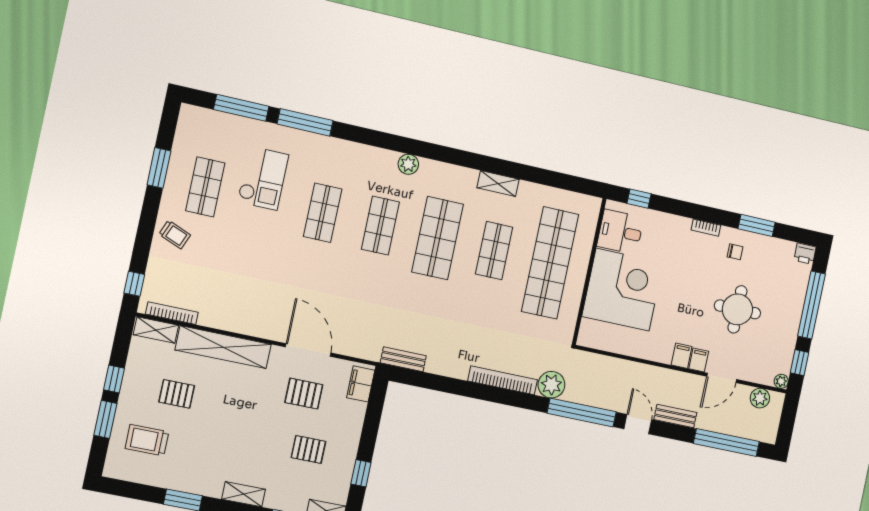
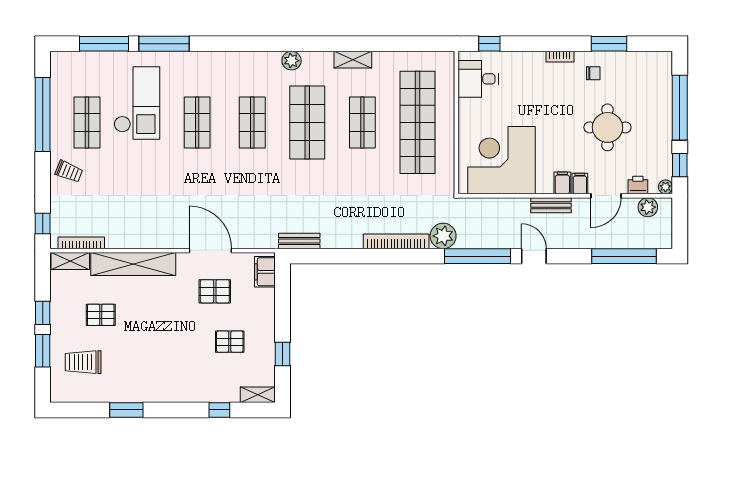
plant: (408, 164) -> (292, 61), moved
window: (159, 168) -> (43, 115), width x2.11
checkout: (263, 178) -> (137, 103), width x1.36, depth x1.21
printer: (805, 254) -> (638, 185), moved, turned 180
corner desk: (623, 290) -> (501, 160), moved, turned -90
bench: (675, 416) -> (551, 205), moved
shelving: (244, 494) -> (180, 394), removed

